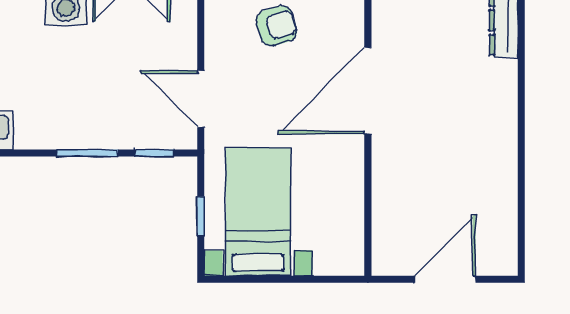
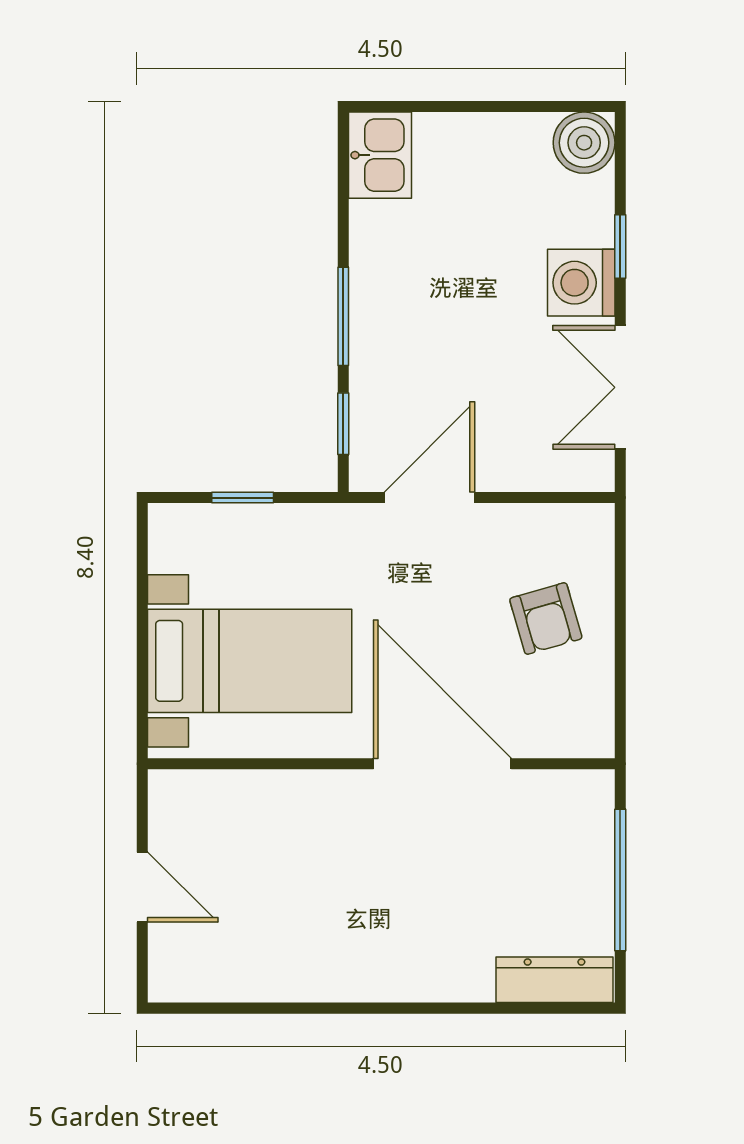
bed with nightstands: (258, 212) -> (250, 661), moved
door: (445, 279) -> (142, 887), width x0.73

